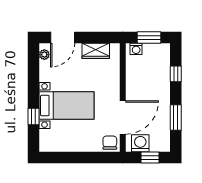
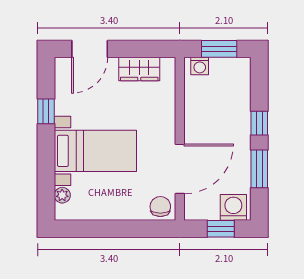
plant: (44, 55) -> (62, 195), moved
window: (176, 74) -> (259, 123), moved
window: (33, 117) -> (46, 111), moved
washing machine: (140, 143) -> (233, 207), moved

